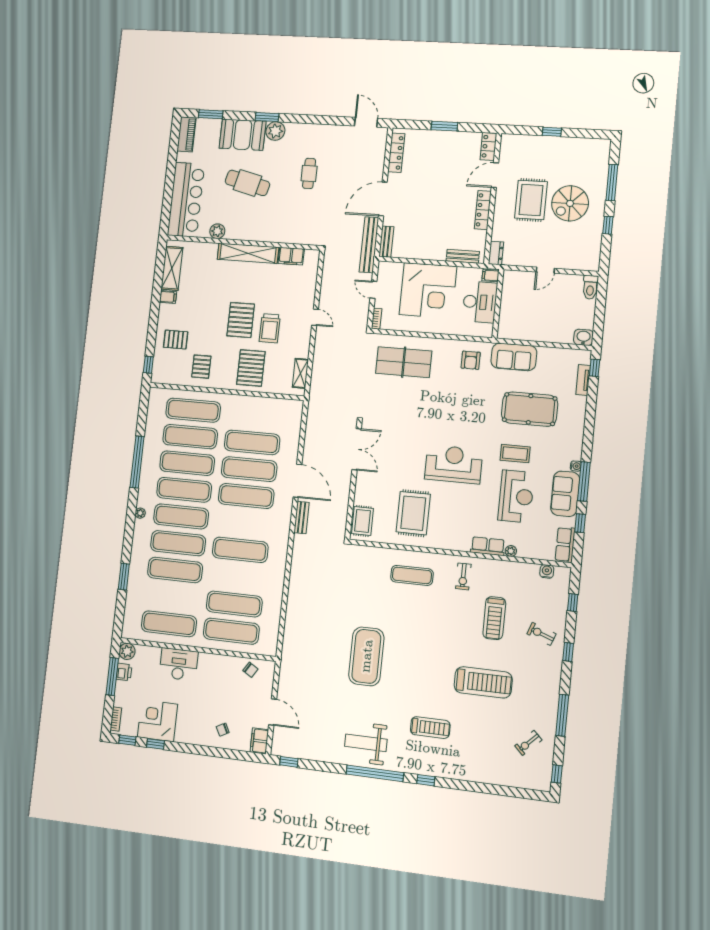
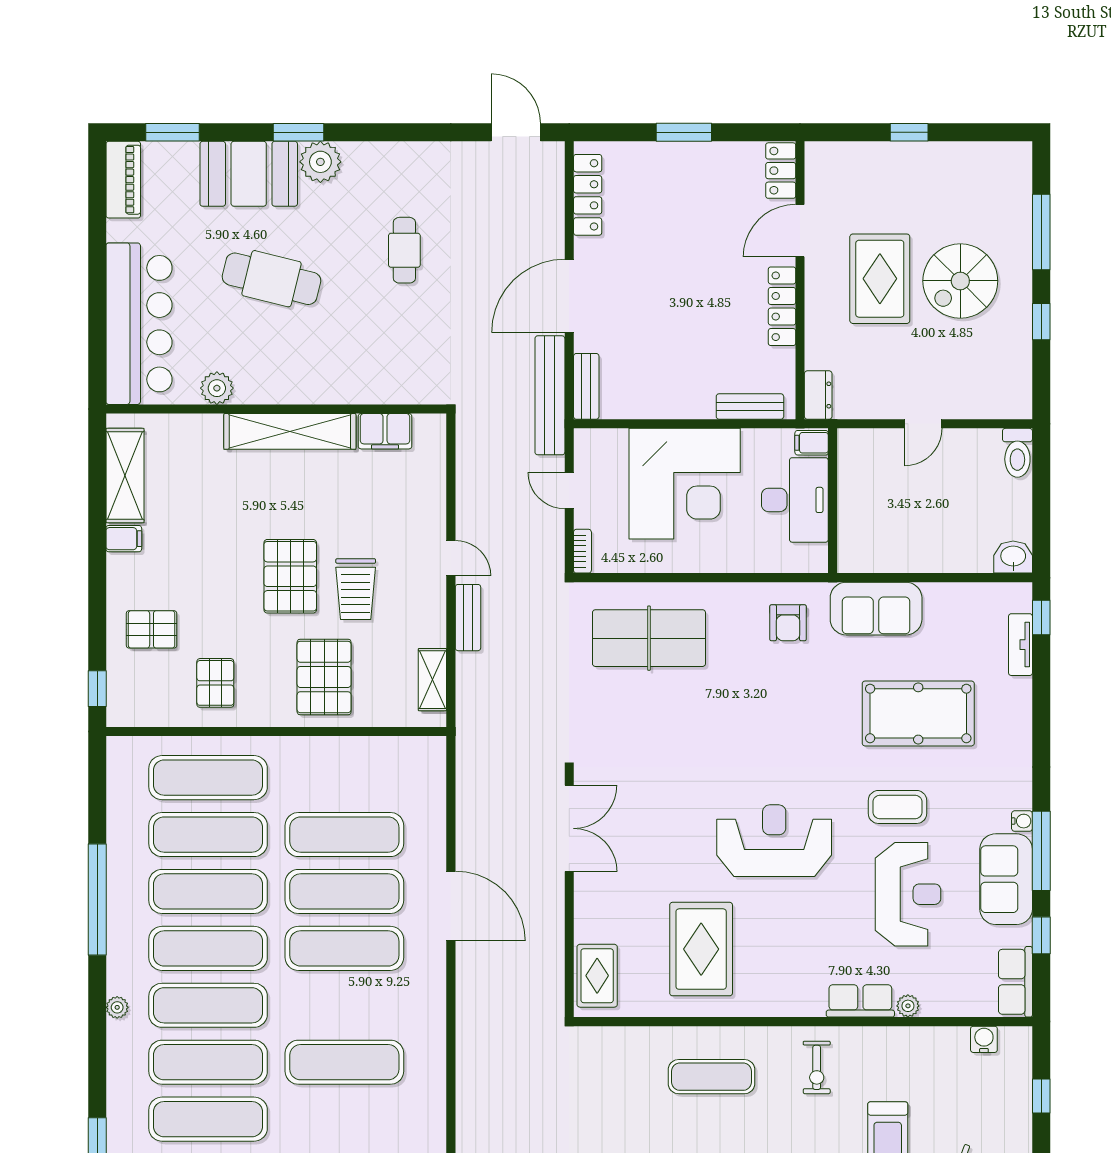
bench: (302, 518) -> (468, 618), moved

